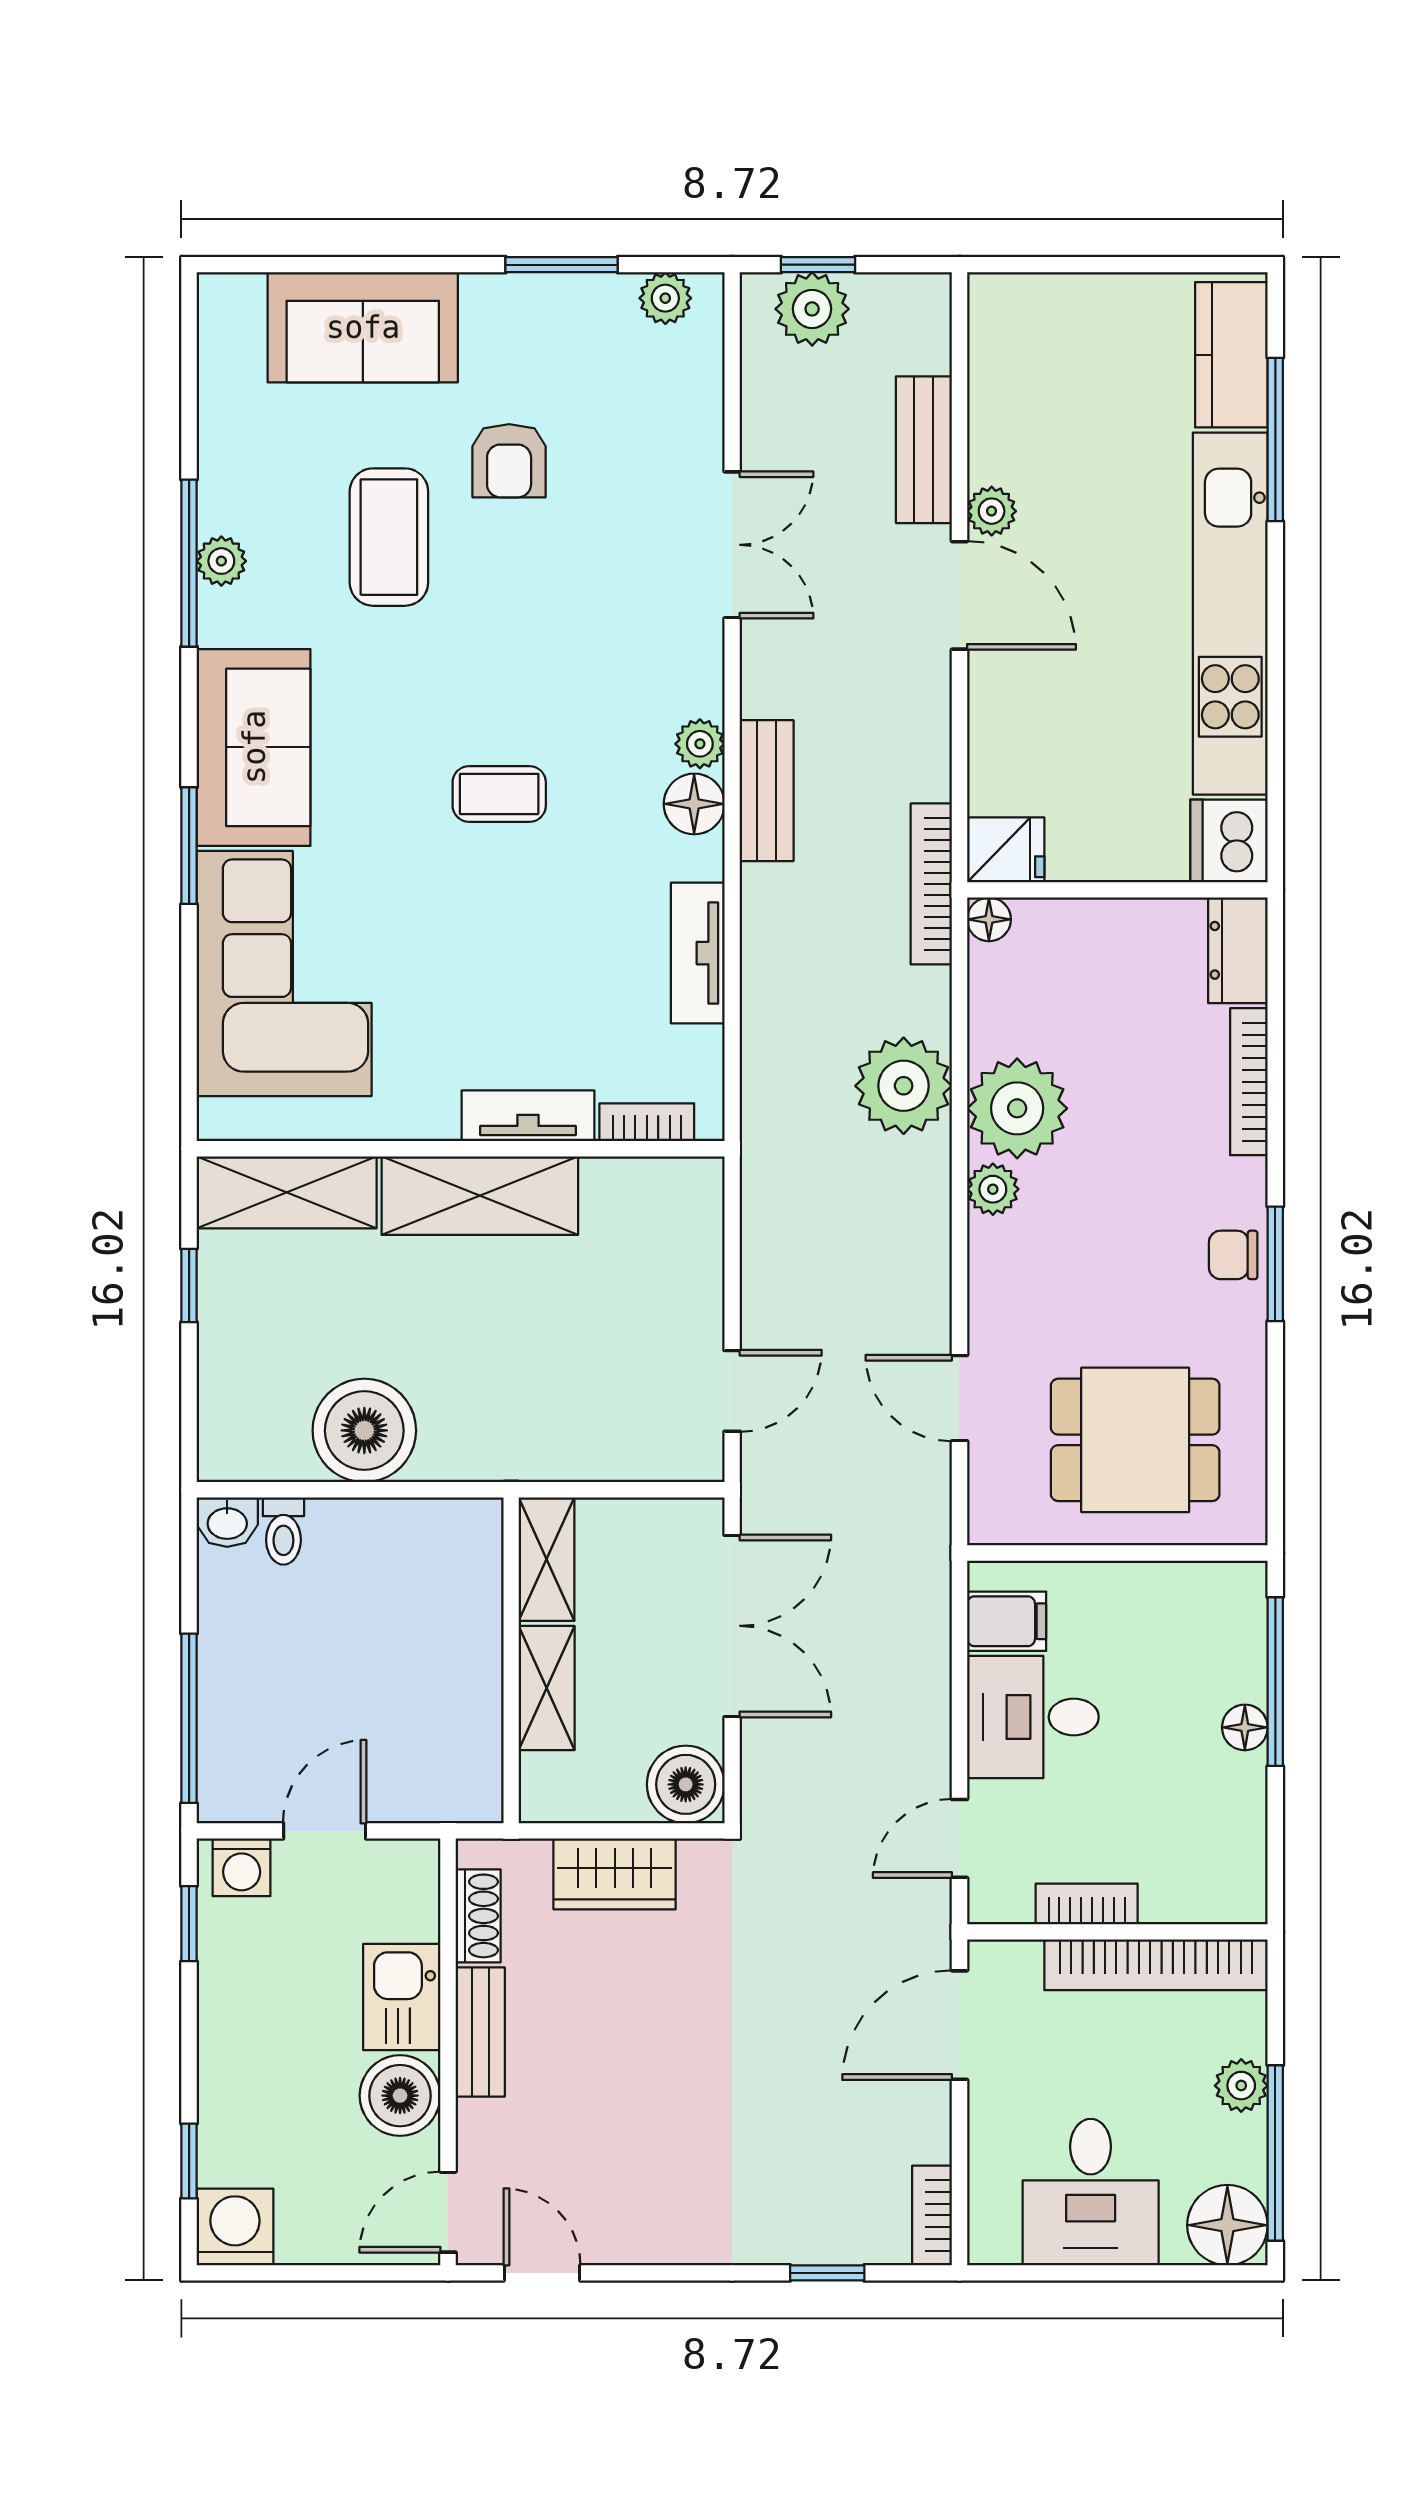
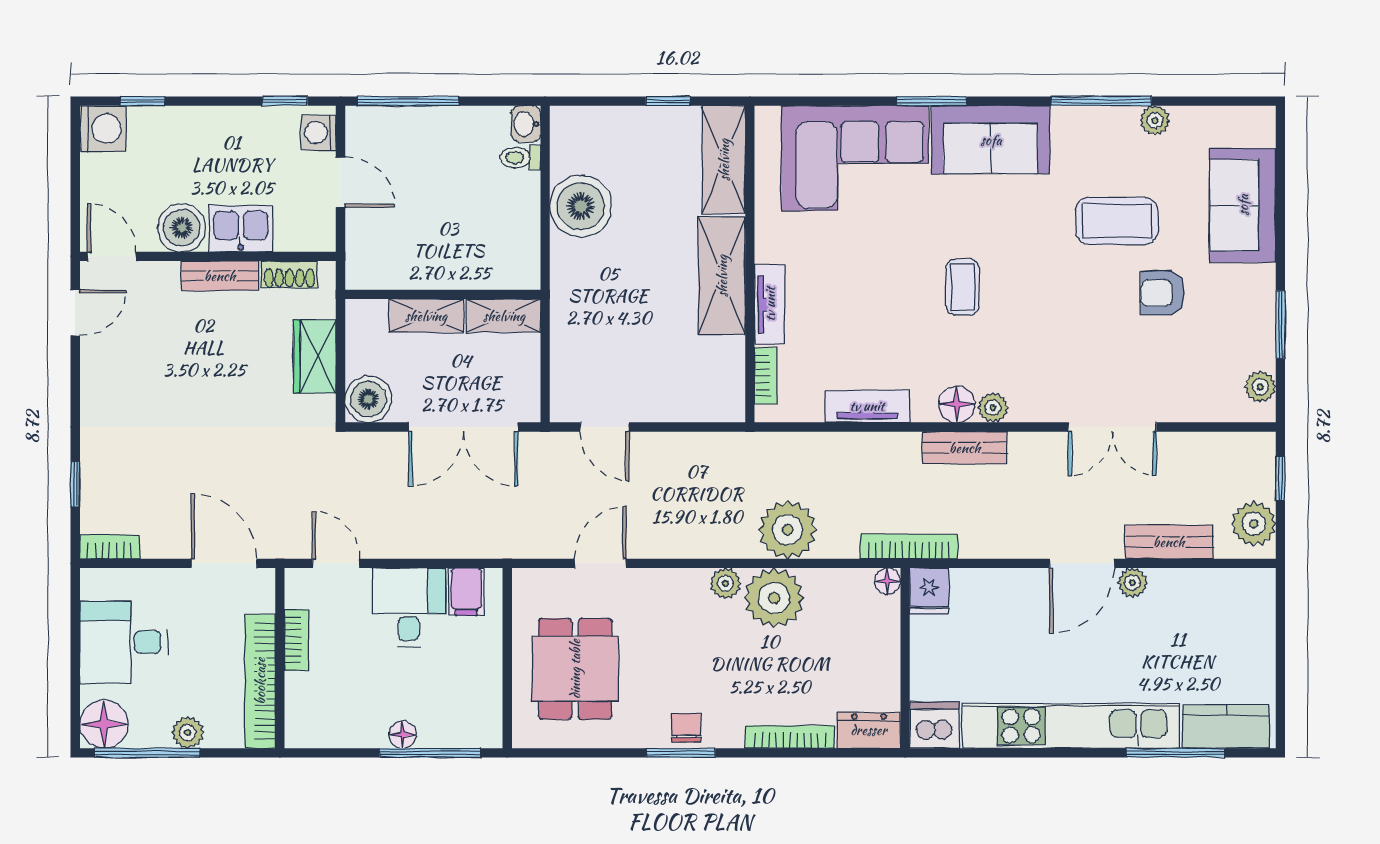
plant: (812, 309) -> (1254, 524), moved
plant: (221, 561) -> (1155, 120), moved

